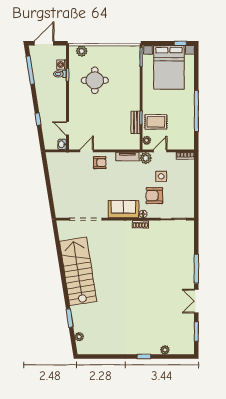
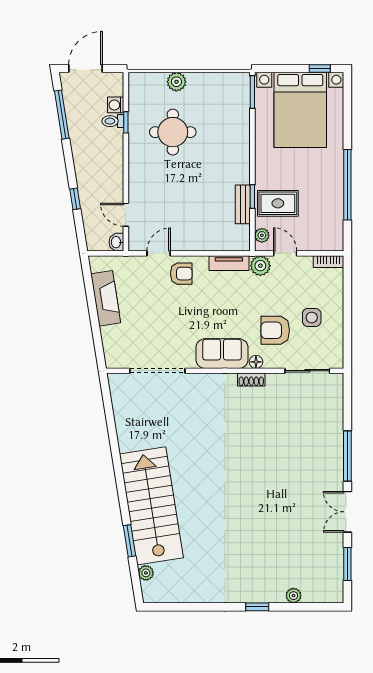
plant: (82, 51) -> (176, 82), moved
door: (160, 151) -> (285, 253), hinge flipped
side table: (161, 176) -> (312, 318), moved
fireplace: (56, 177) -> (106, 298), added
stairs: (78, 271) -> (151, 506), moved

